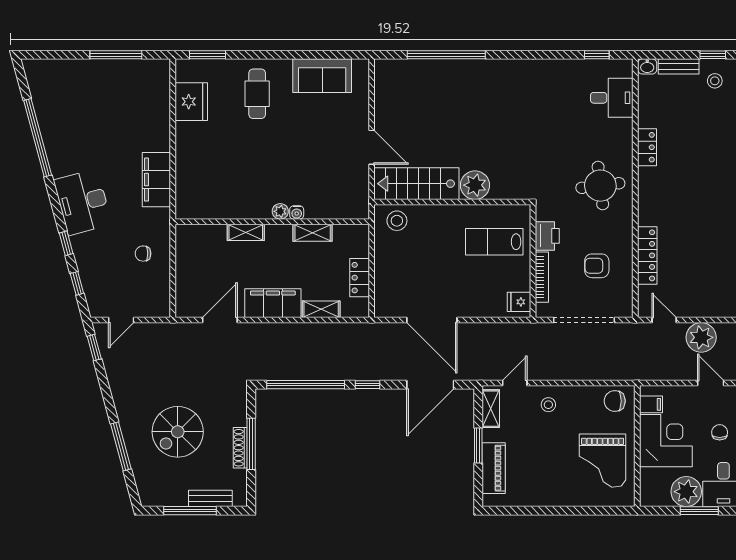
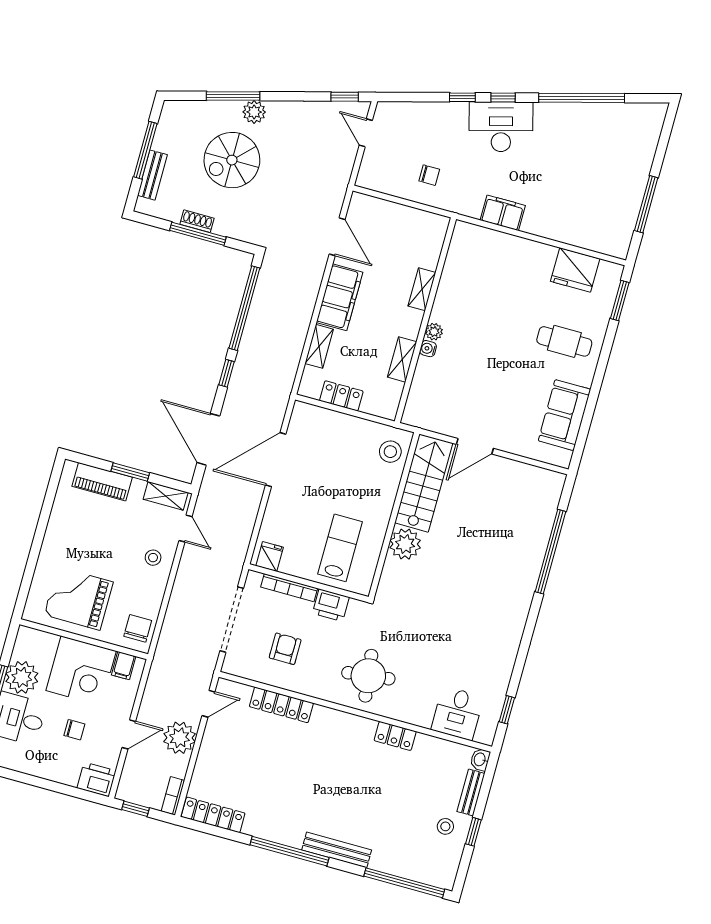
filing cabinet: (156, 180) -> (503, 213), width x0.67, depth x0.86
chair: (143, 254) -> (429, 175), turned 90
window: (77, 283) -> (503, 98), moved
plant: (130, 424) -> (254, 112), added
spiral stairs: (178, 432) -> (232, 160), turned -90
shoe rack: (240, 448) -> (197, 221), width x0.70

